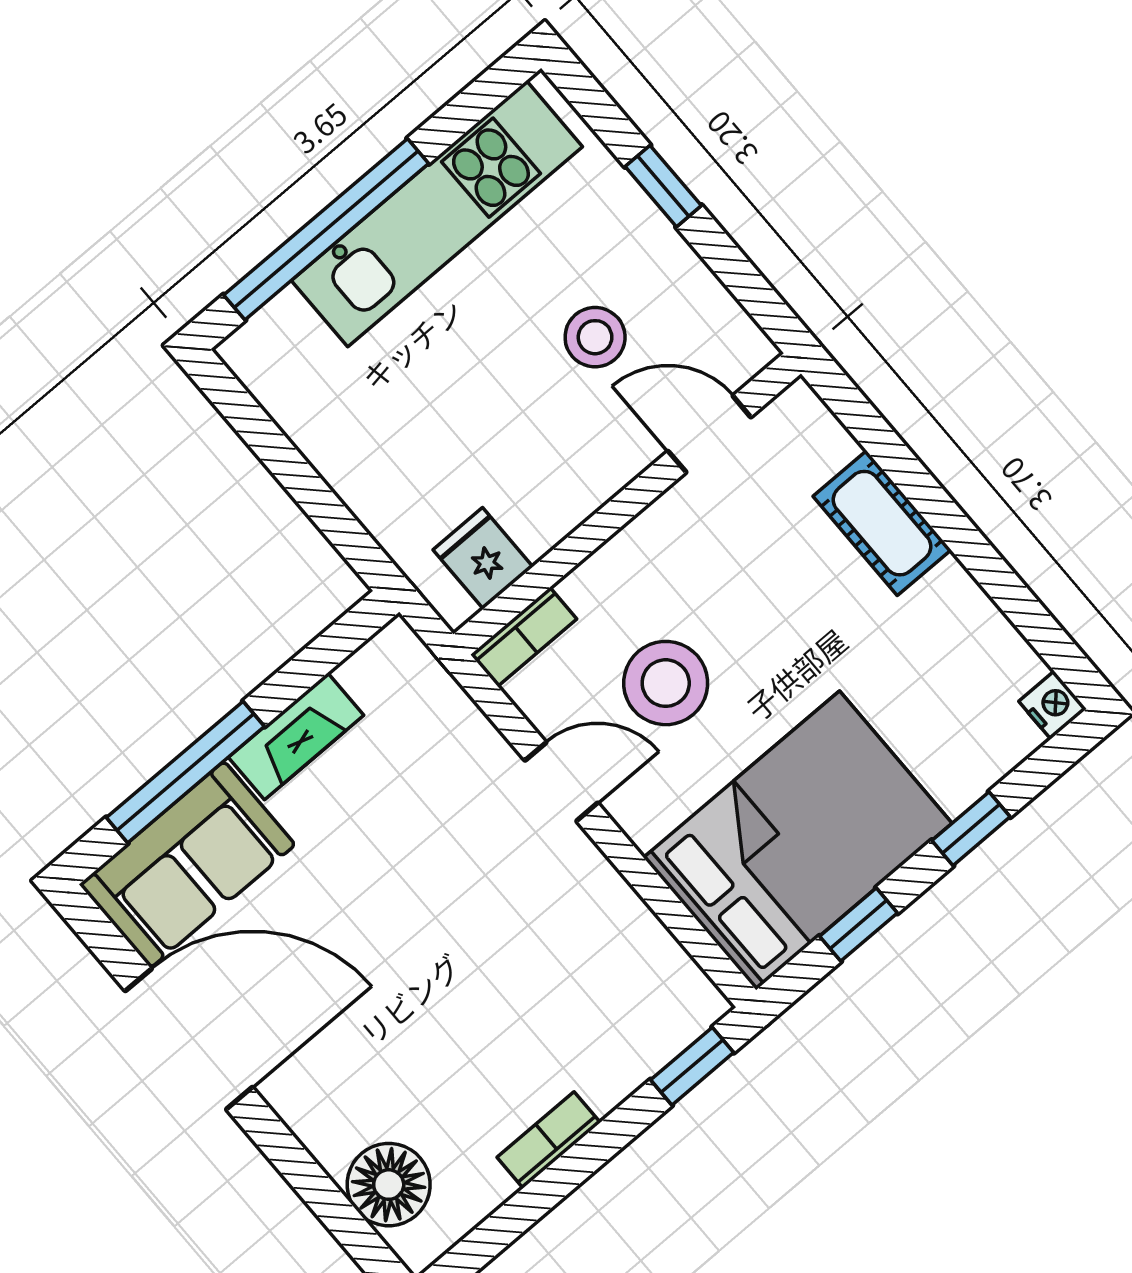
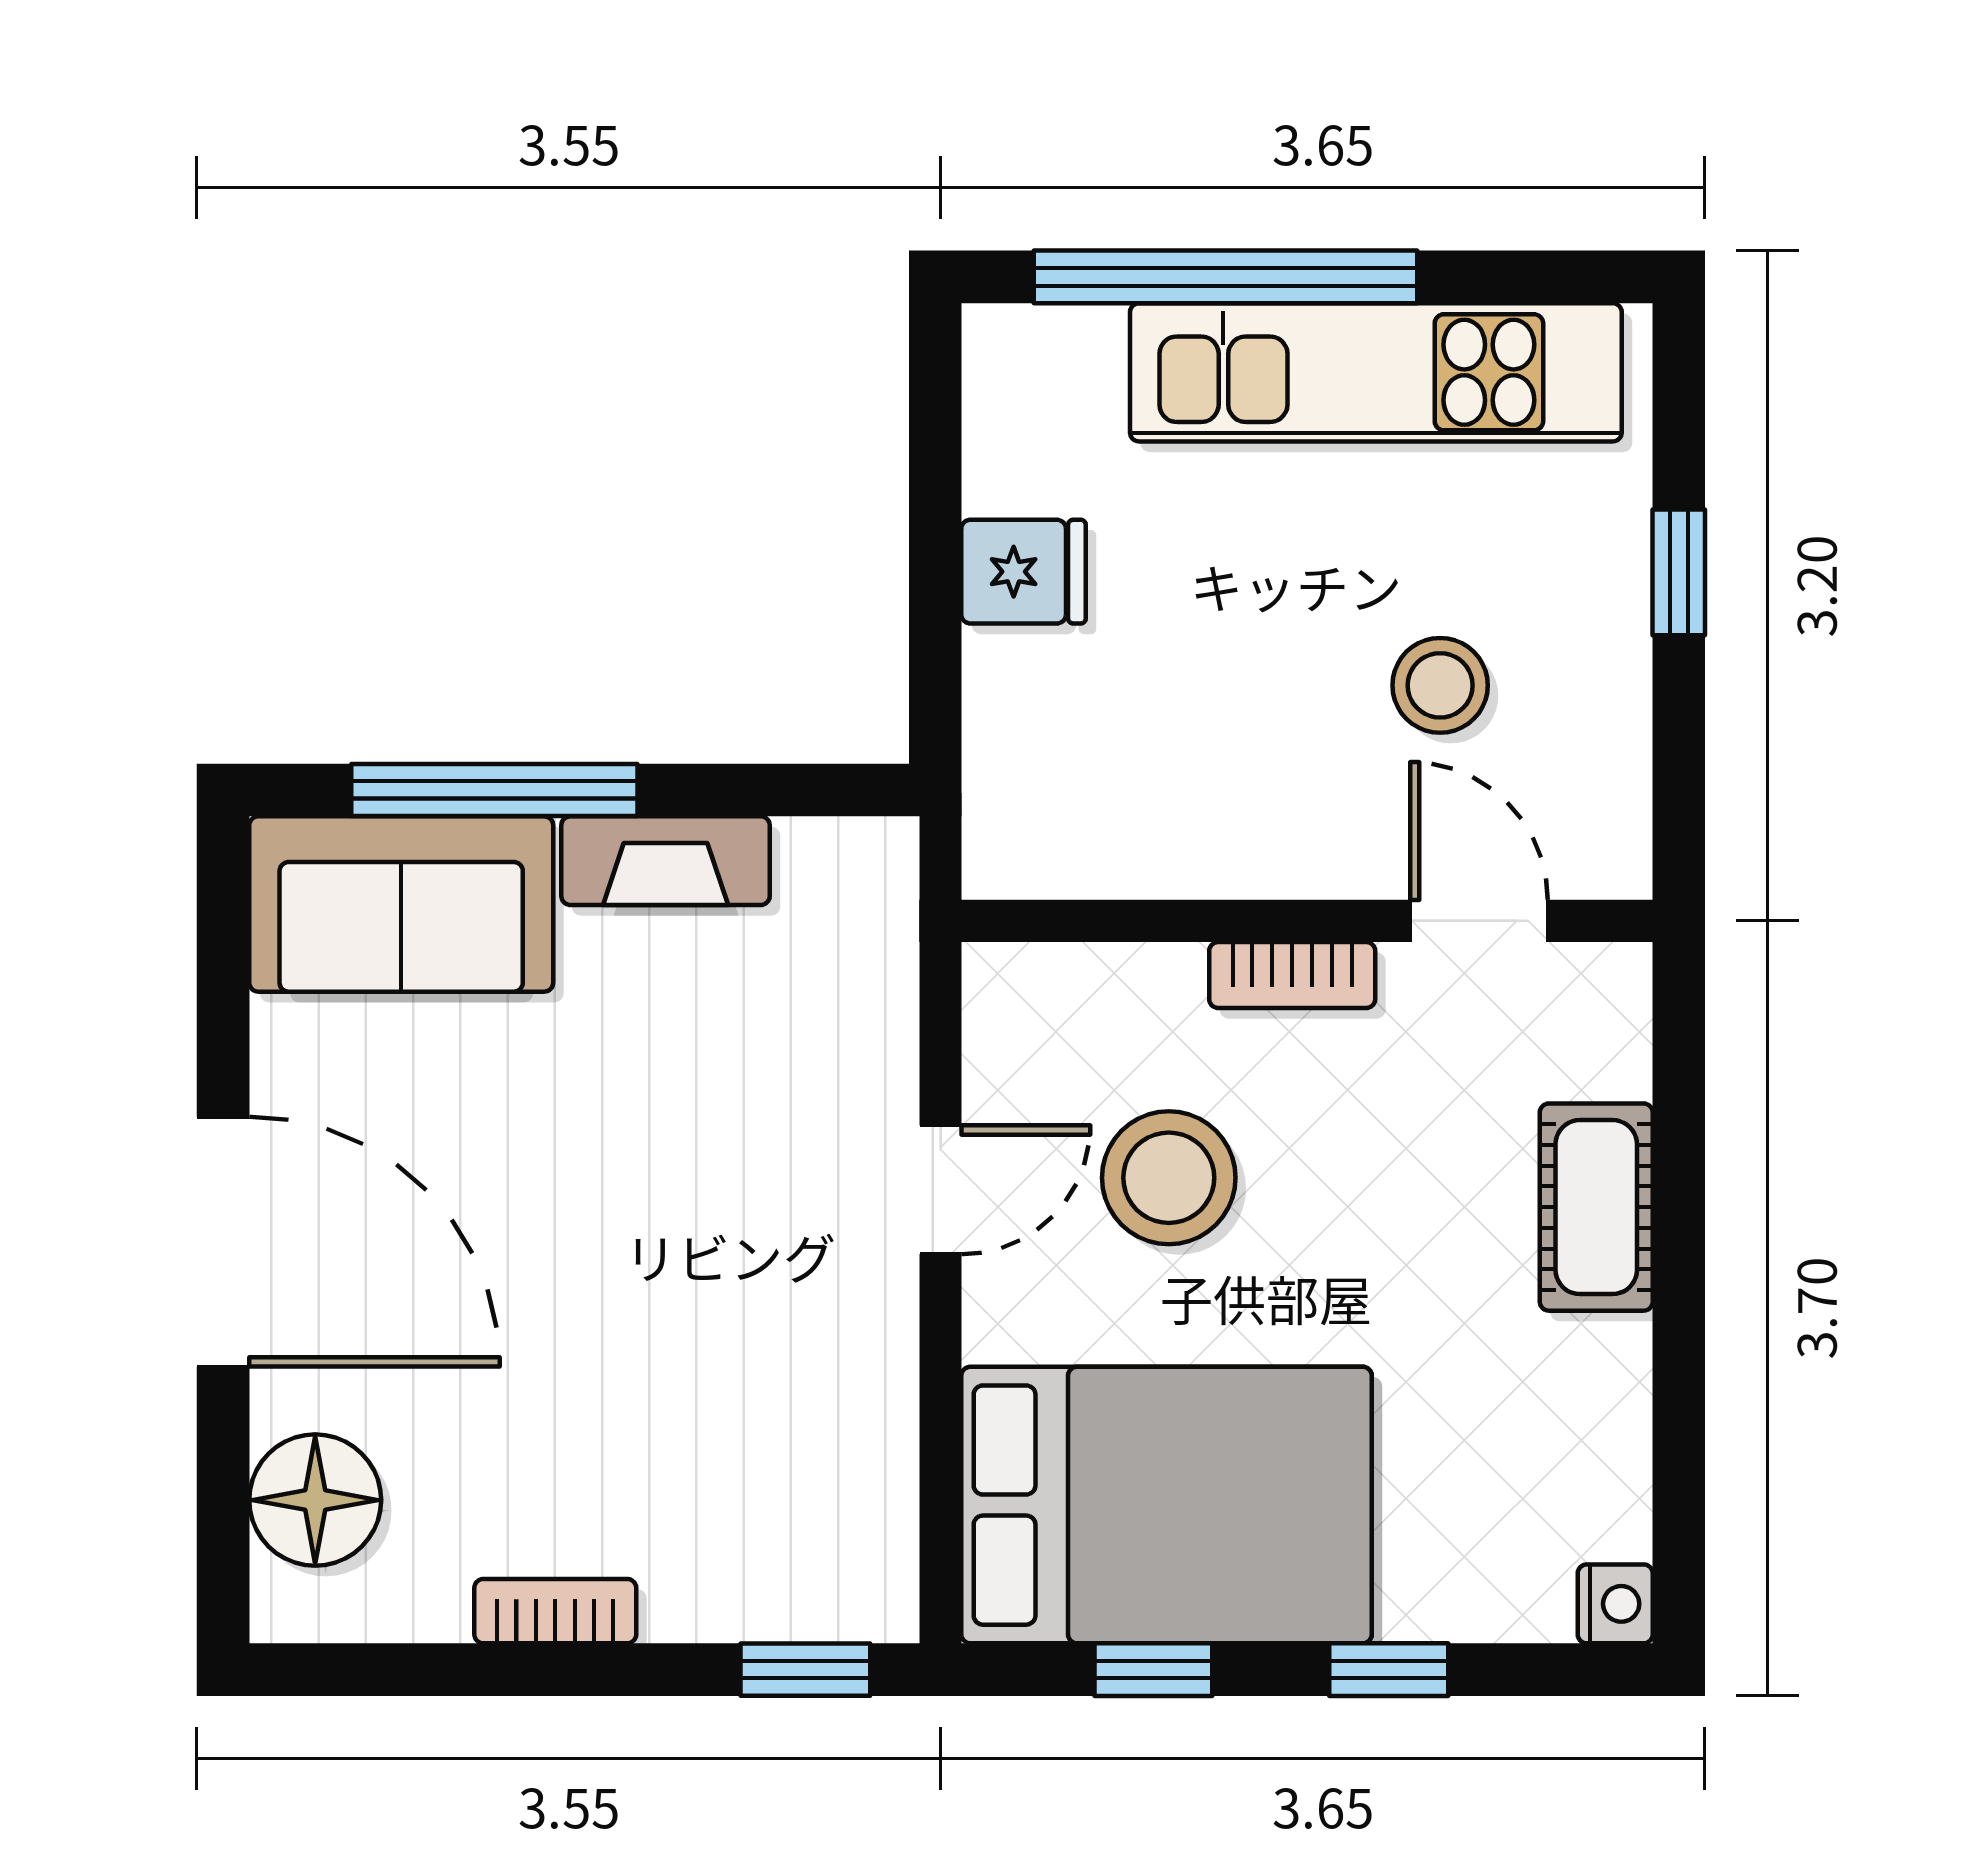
fridge: (483, 558) -> (1024, 572), moved, turned 90
bookcase: (524, 637) -> (1292, 975), moved
door: (561, 782) -> (941, 1190), hinge flipped
door: (189, 1039) -> (223, 1242), moved

